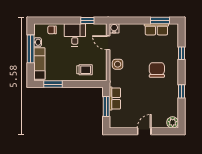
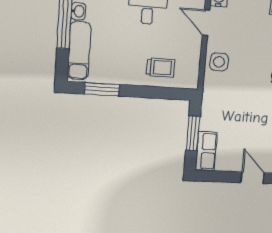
row of seats: (115, 99) -> (206, 151), moved
door: (144, 131) -> (253, 178), hinge flipped

